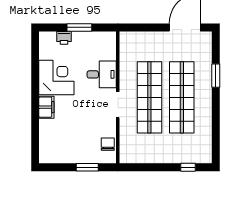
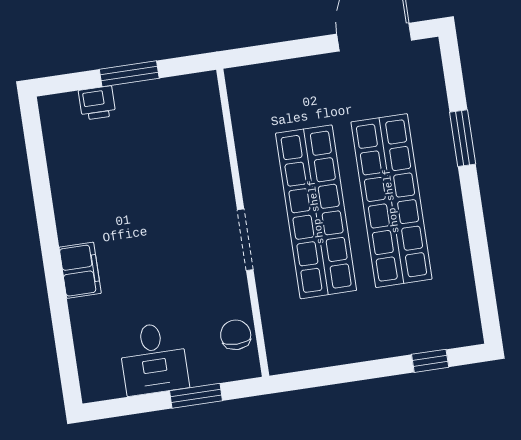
desk: (102, 74) -> (154, 359), moved, turned 90
corner desk: (56, 78) -> (93, 198), removed

